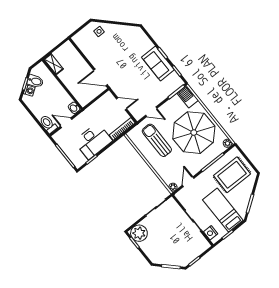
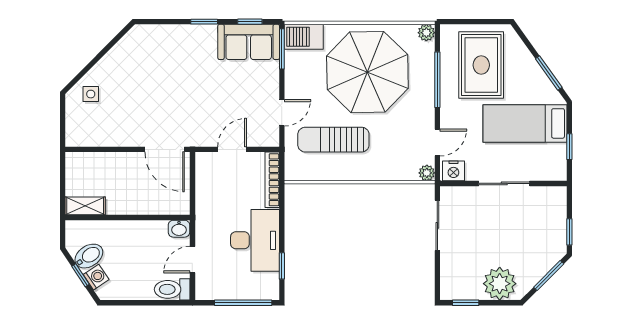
sofa: (158, 64) -> (249, 42), moved
door: (100, 77) -> (165, 149), hinge flipped
door: (188, 182) -> (437, 143), swing flipped
plant: (139, 233) -> (500, 284), moved
nightstand: (211, 233) -> (453, 171), moved

